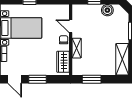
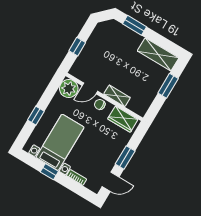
boiler: (107, 10) -> (96, 39), removed
plant: (62, 12) -> (69, 89), added
window: (92, 79) -> (168, 86), moved

